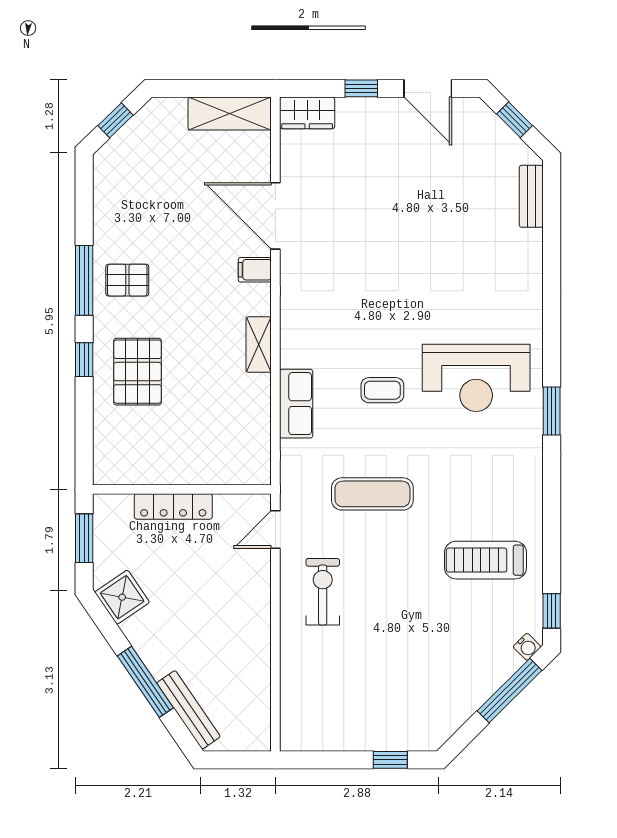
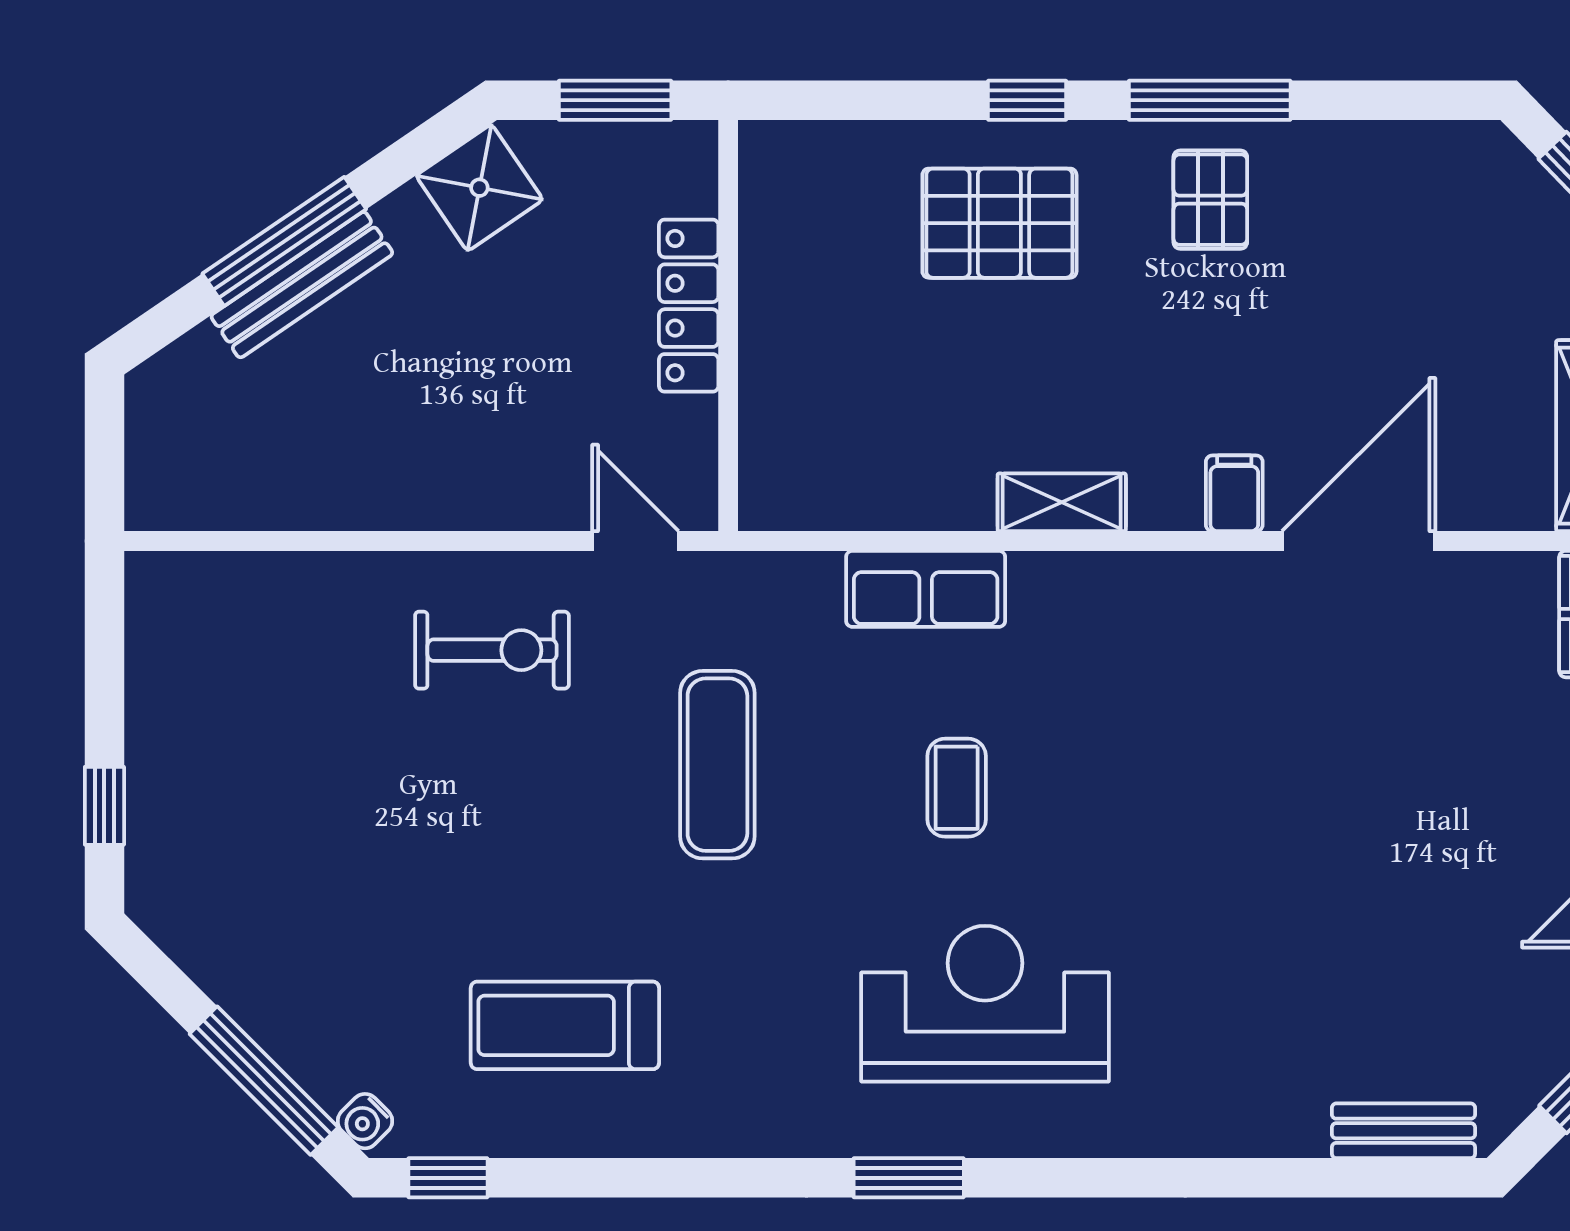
reception desk: (476, 378) -> (985, 1004), turned 90
treadmill: (486, 560) -> (565, 1025), turned -90
bench: (188, 710) -> (302, 285), moved

